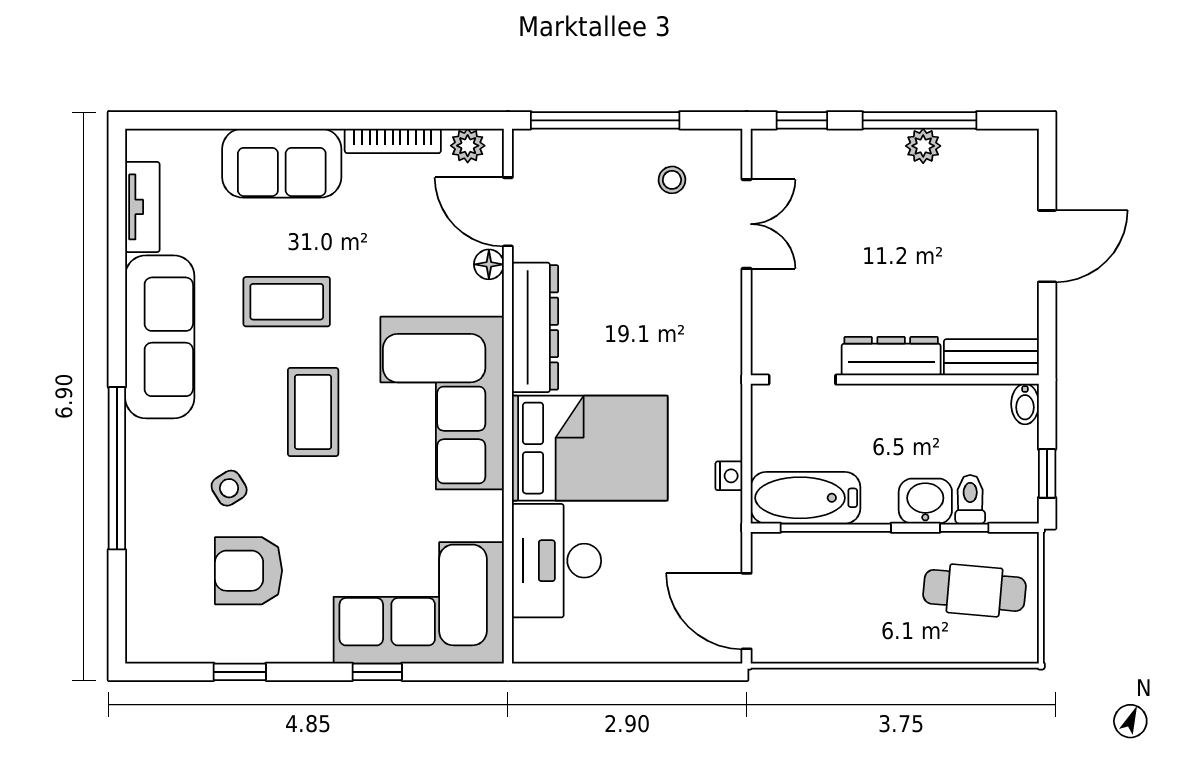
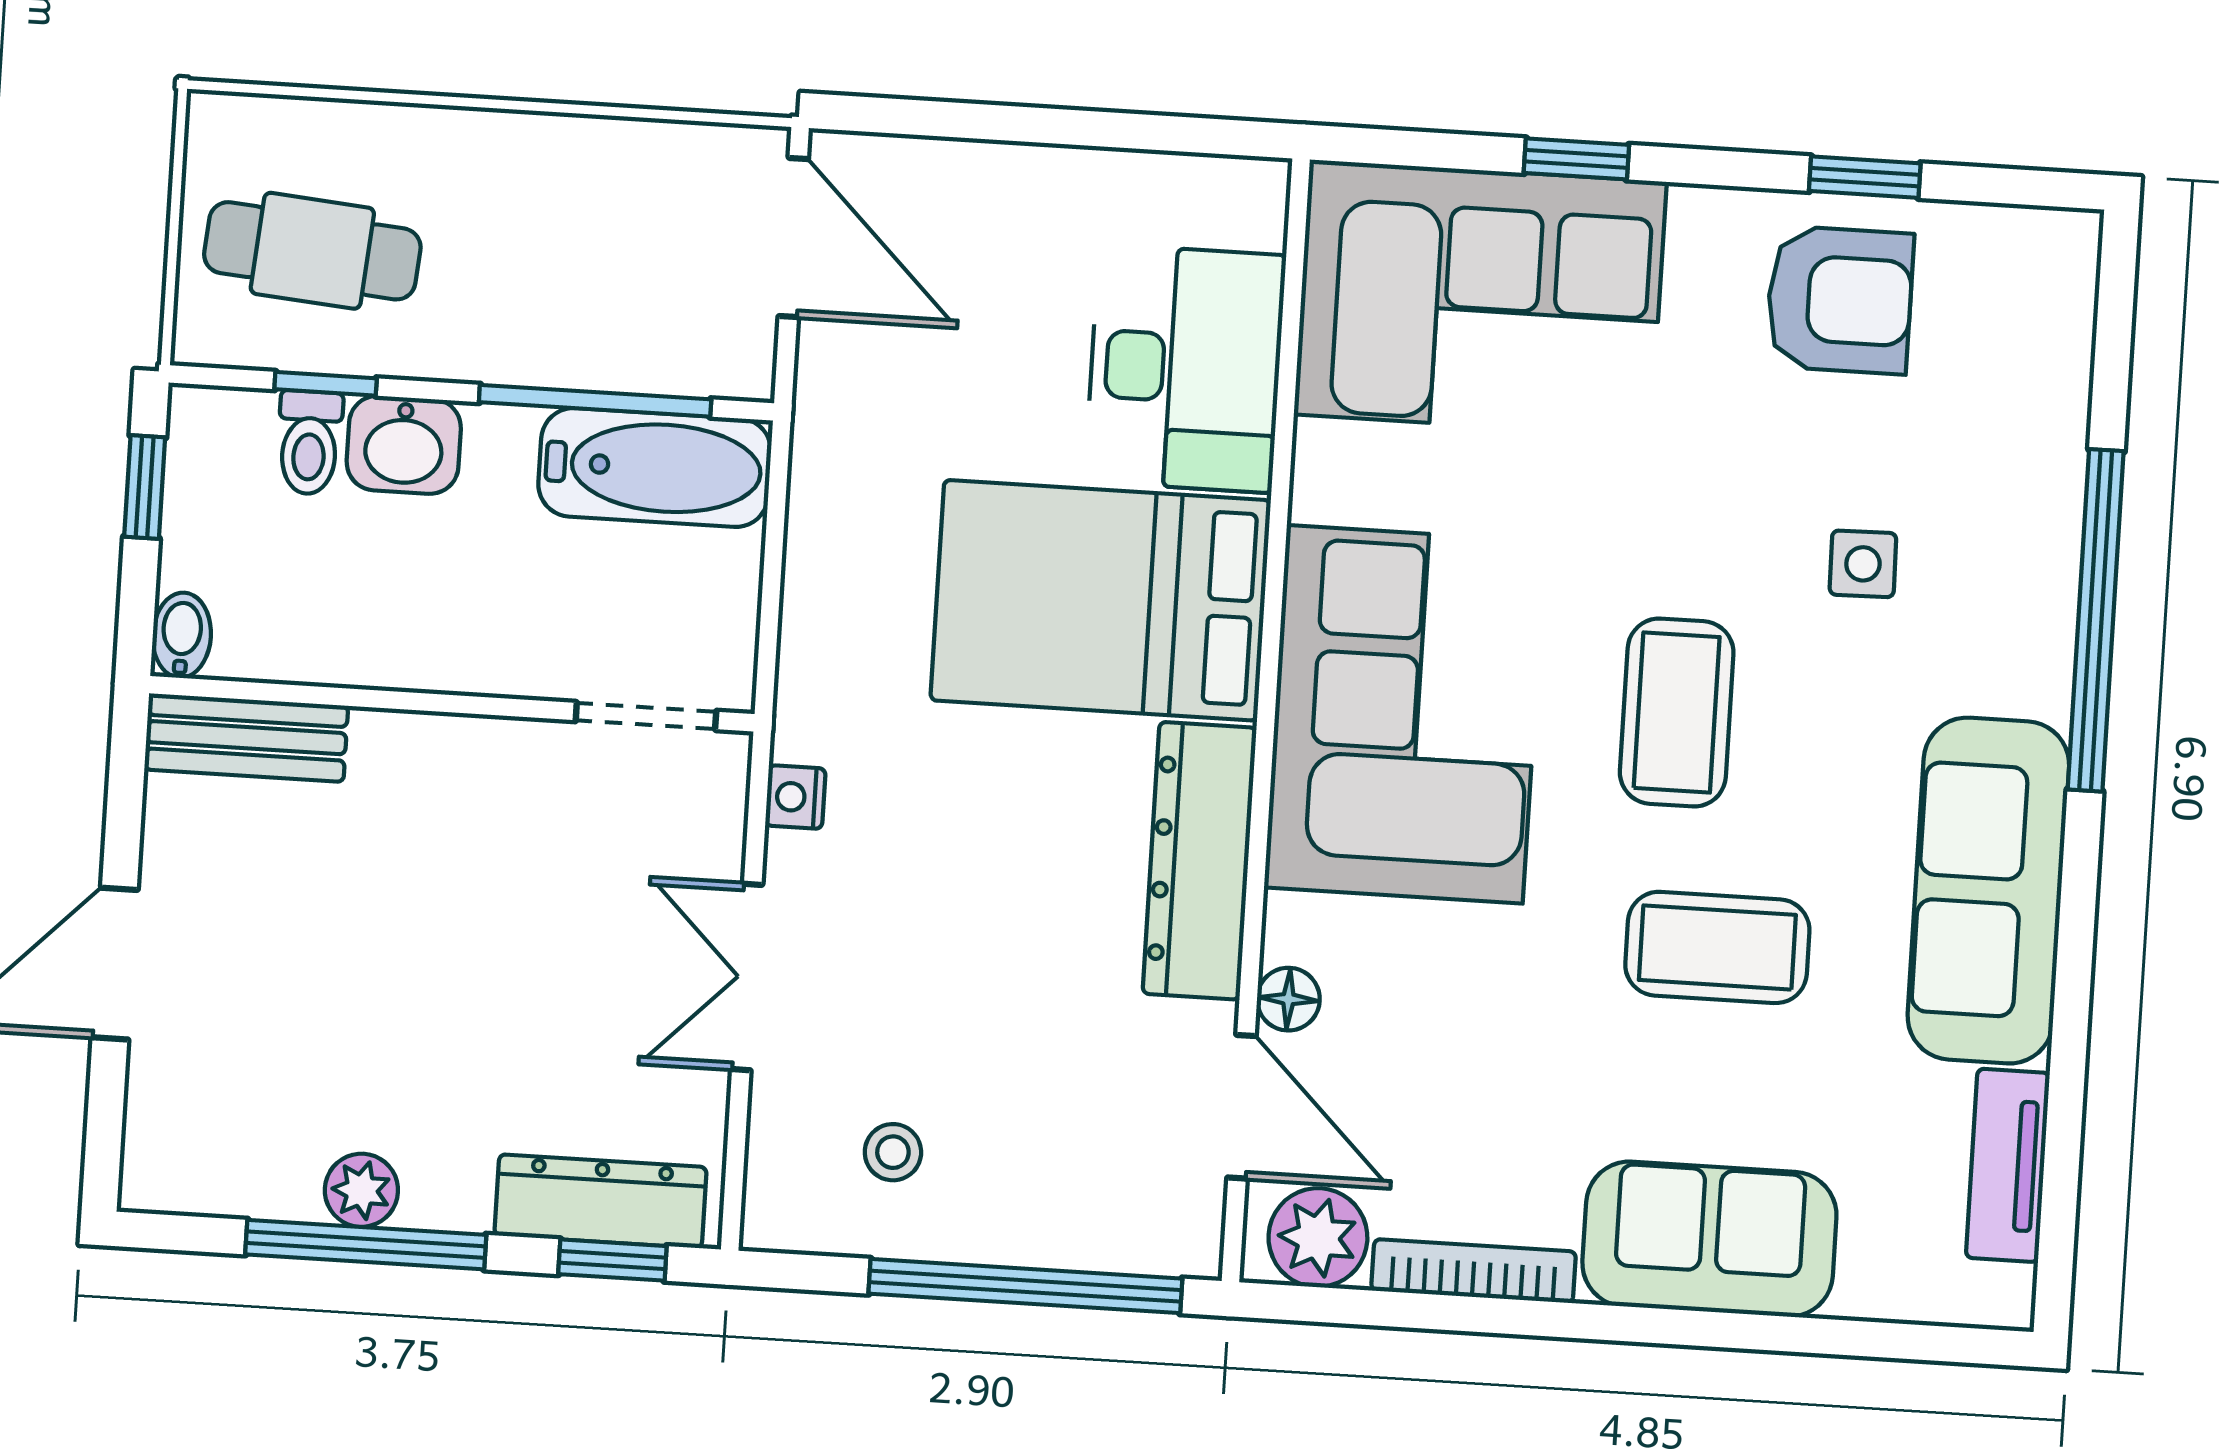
plant: (468, 146) -> (1318, 1238), width x1.38, depth x1.38
double door: (747, 224) -> (747, 977), moved
dresser: (891, 356) -> (600, 1201), moved, turned 180
nightstand: (729, 476) -> (795, 797), moved
side table: (229, 488) -> (1863, 564), turned 31
armchair: (248, 571) -> (1840, 300), moved

